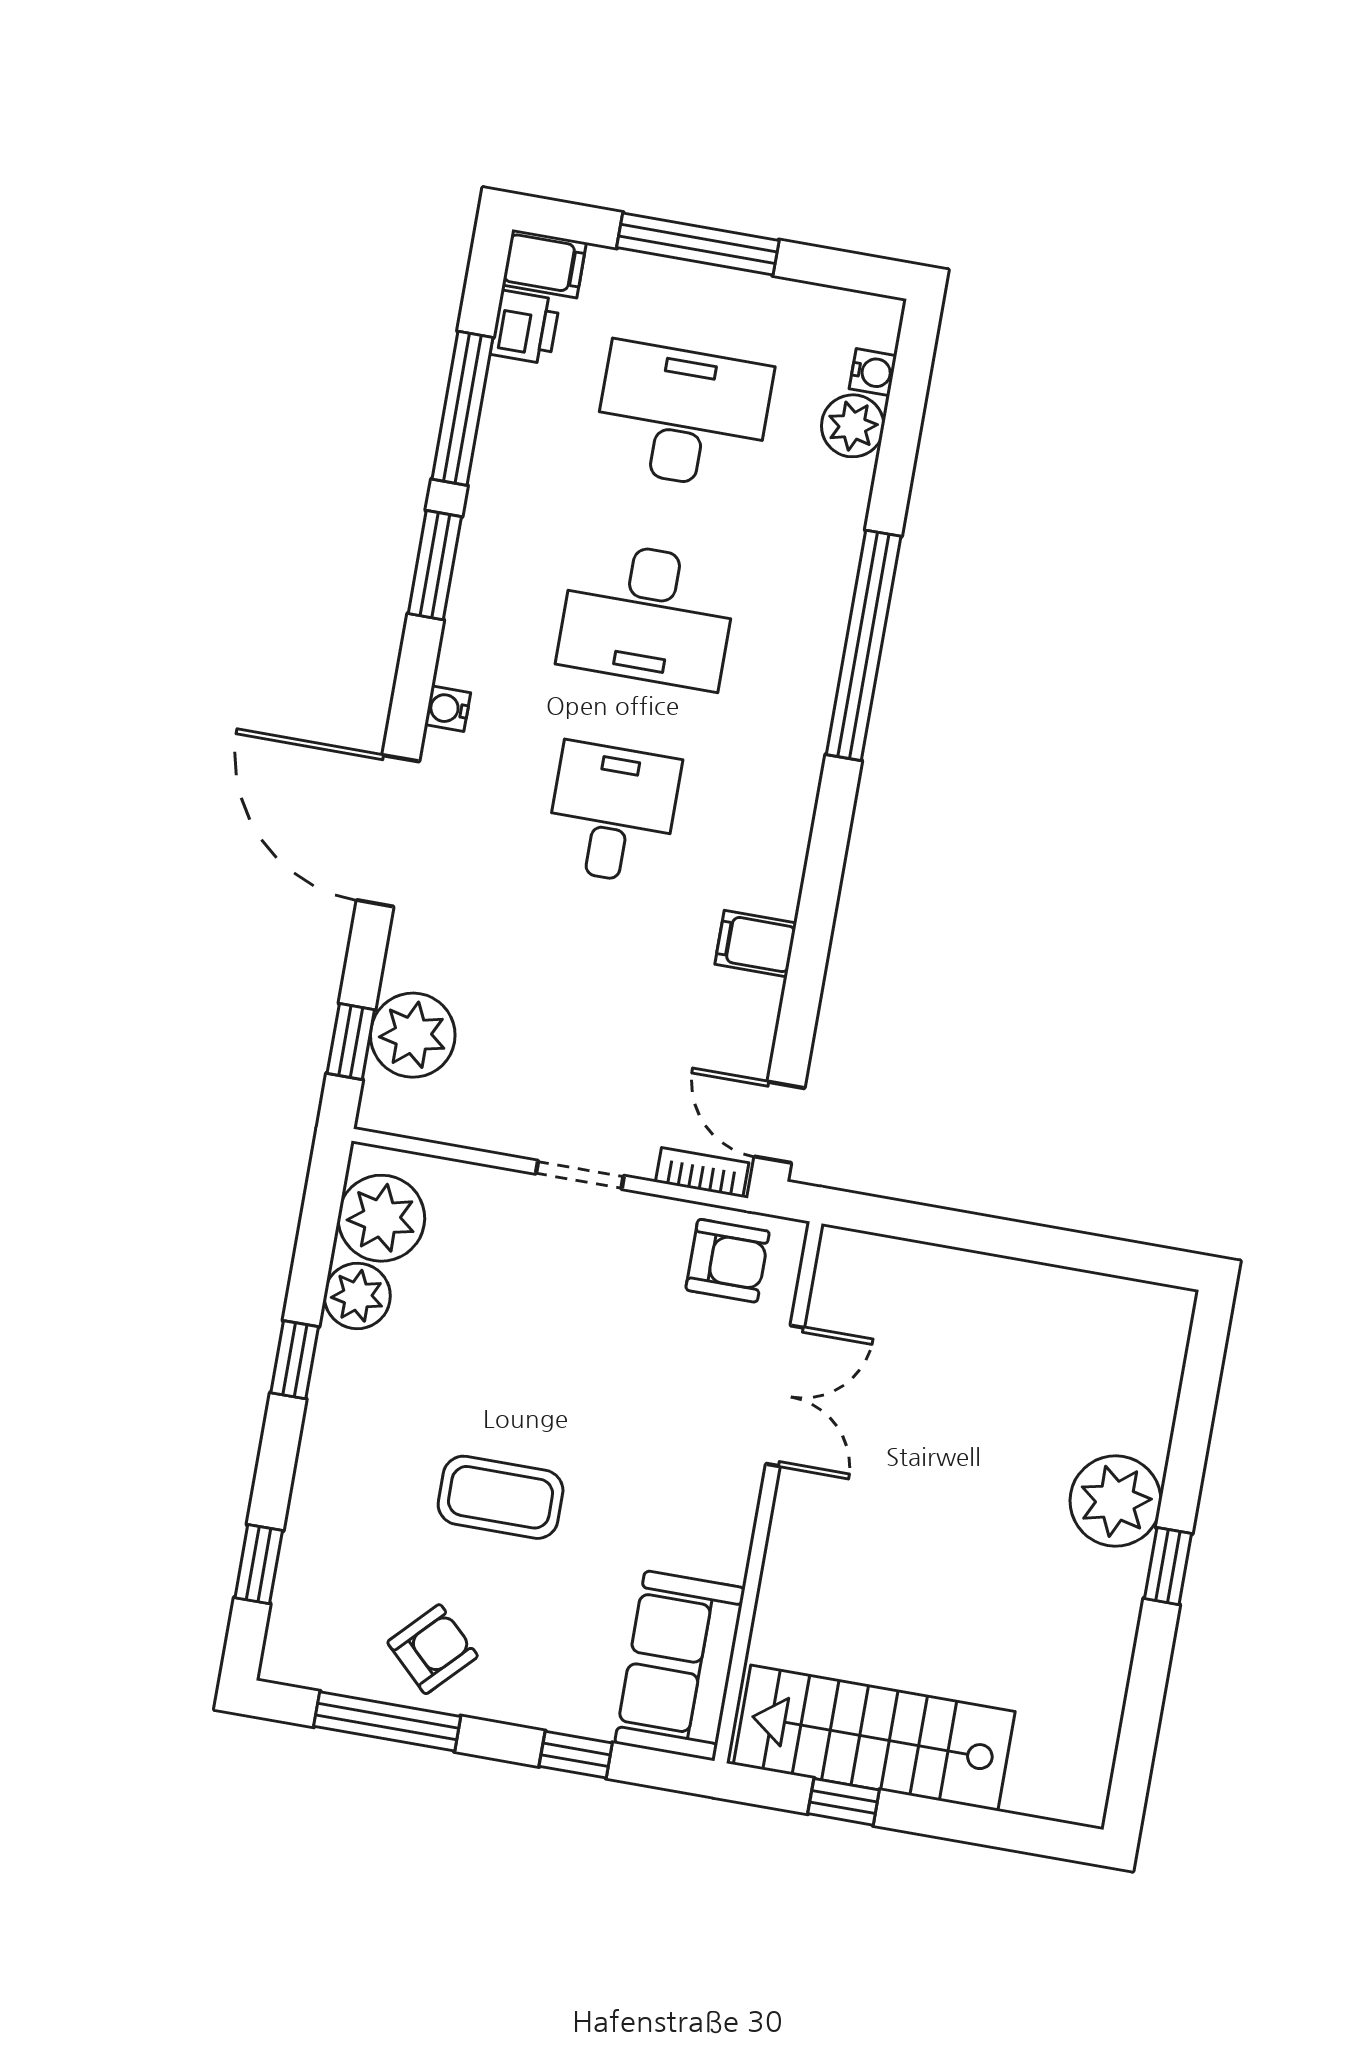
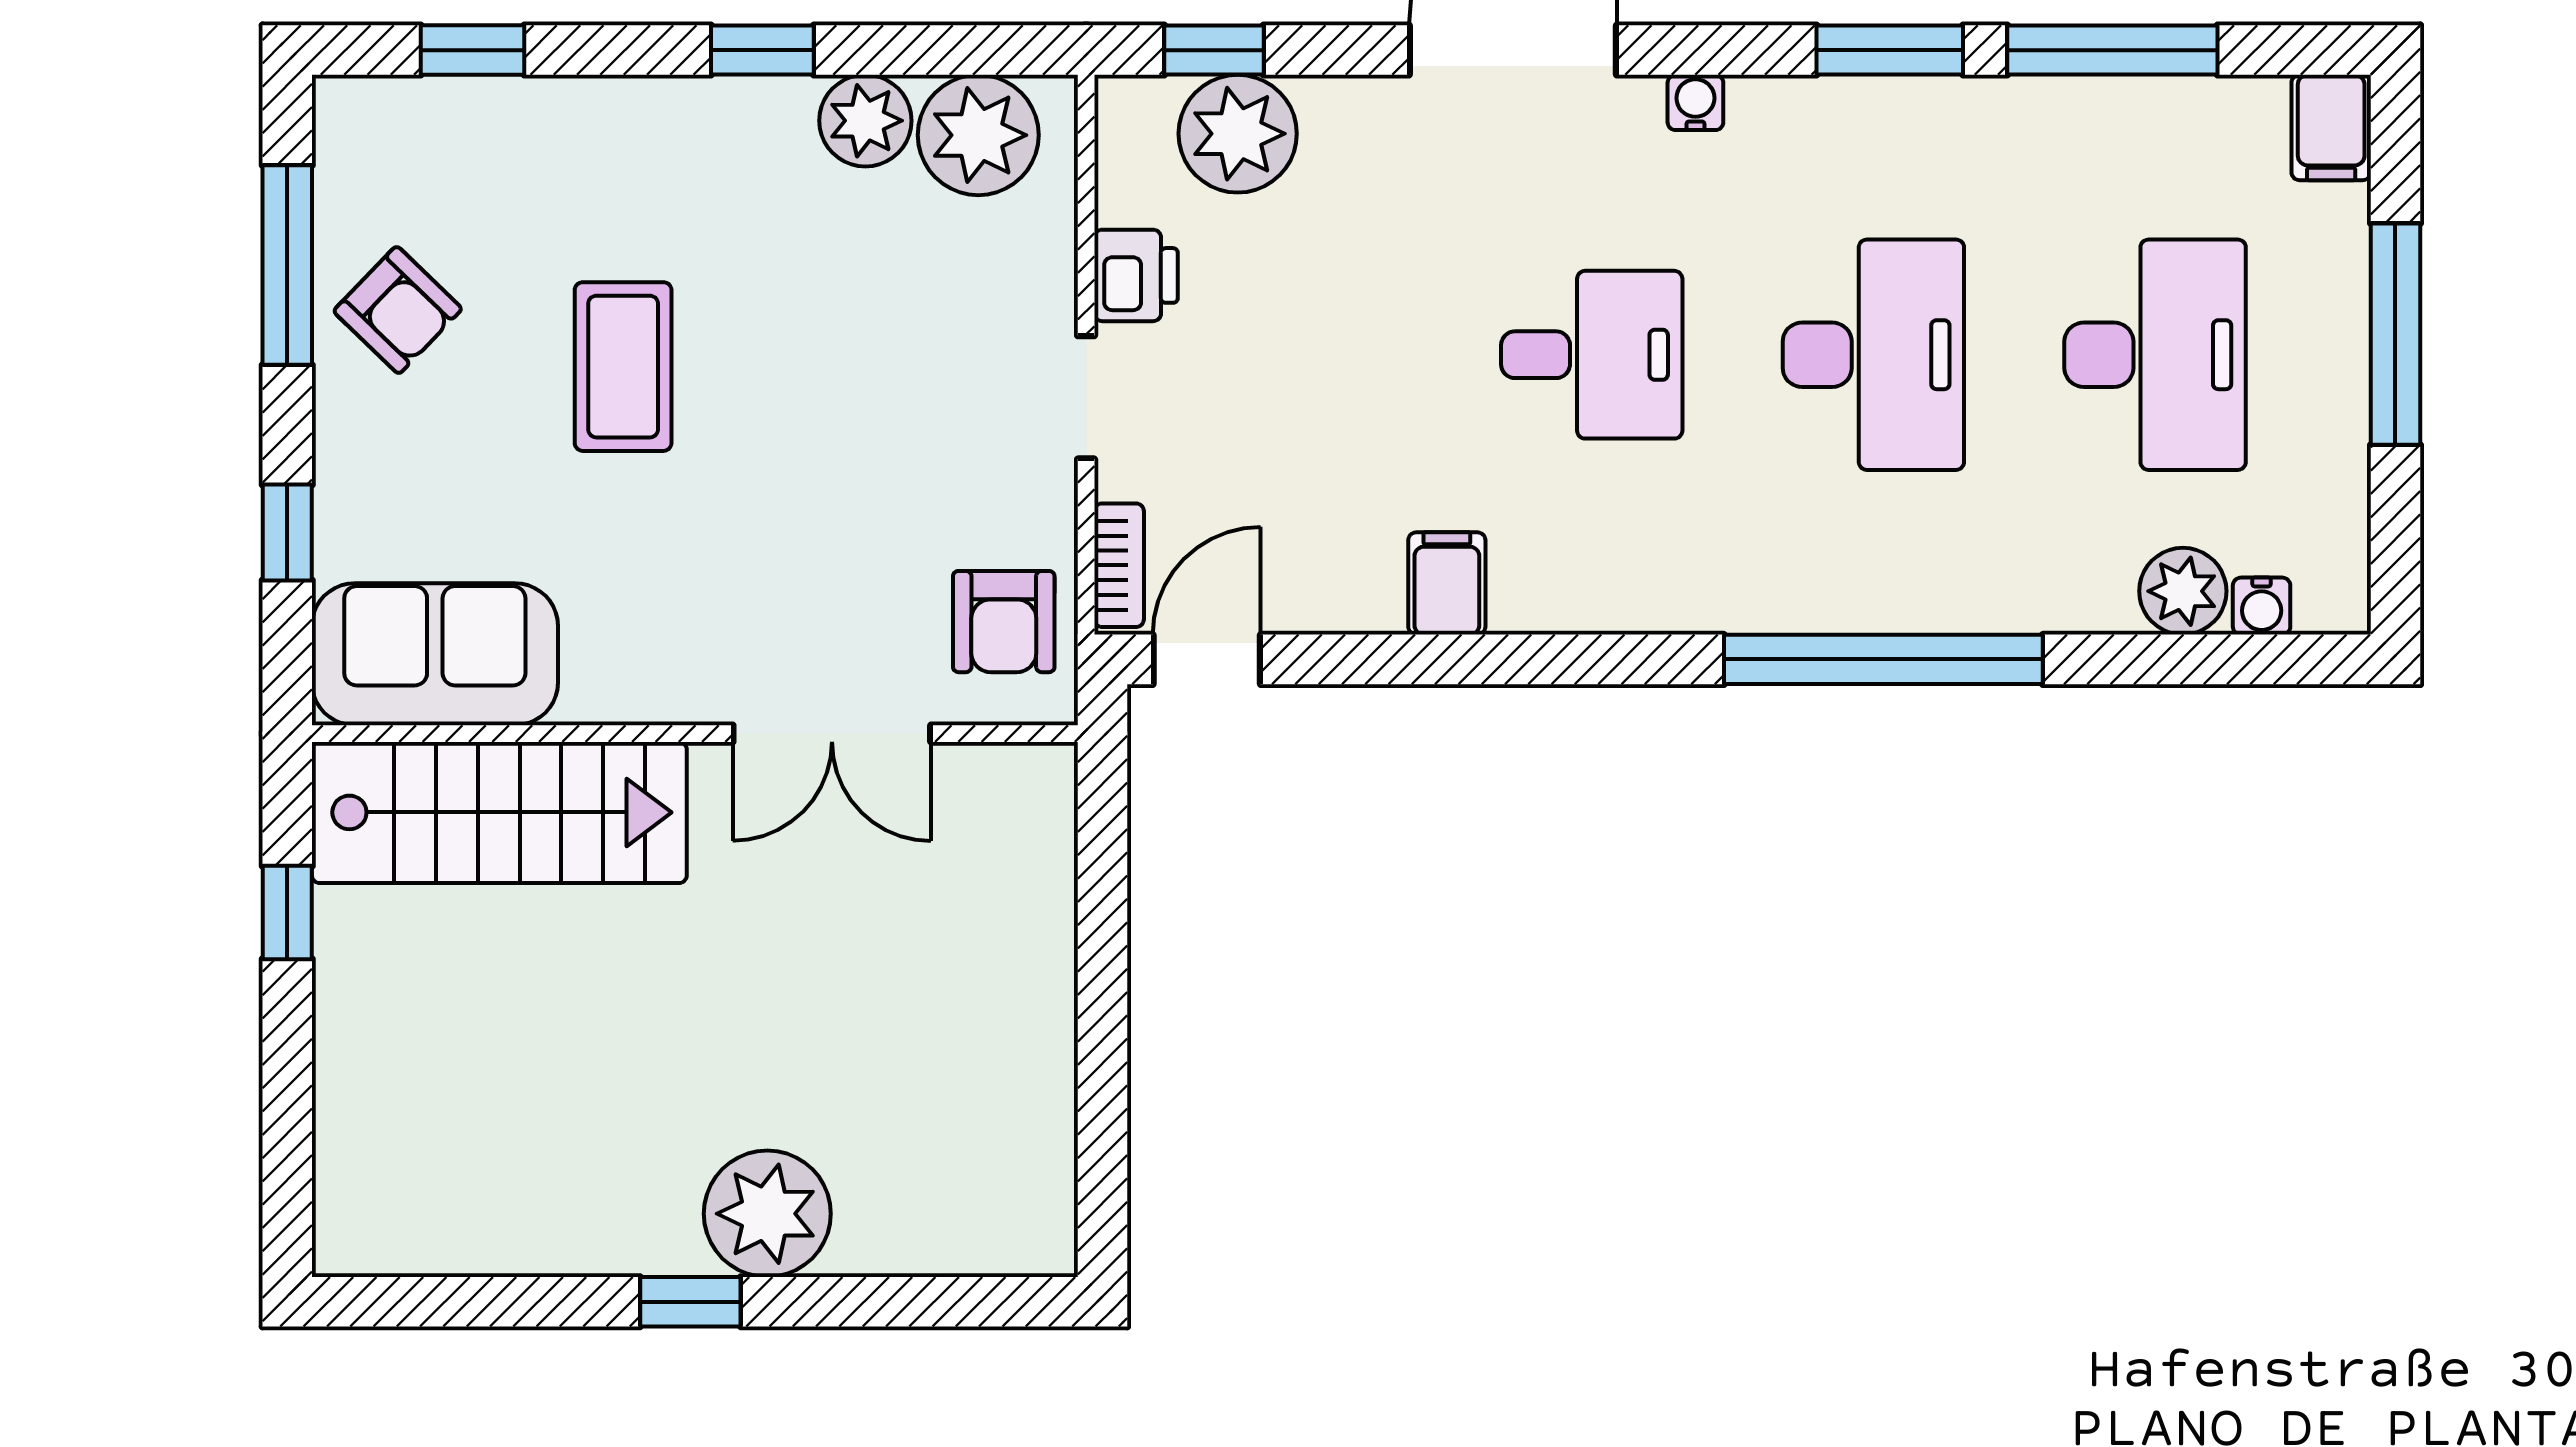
printer: (525, 327) -> (1136, 275), moved, turned -90
desk: (648, 615) -> (1873, 355), turned 180
stairs: (874, 1738) -> (499, 812), moved, turned 90

